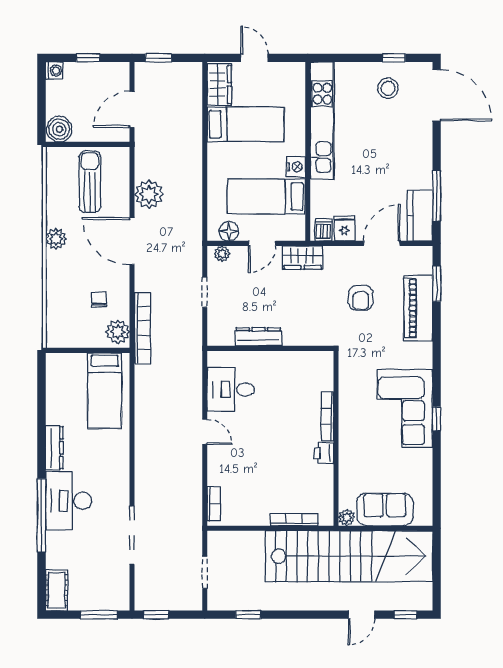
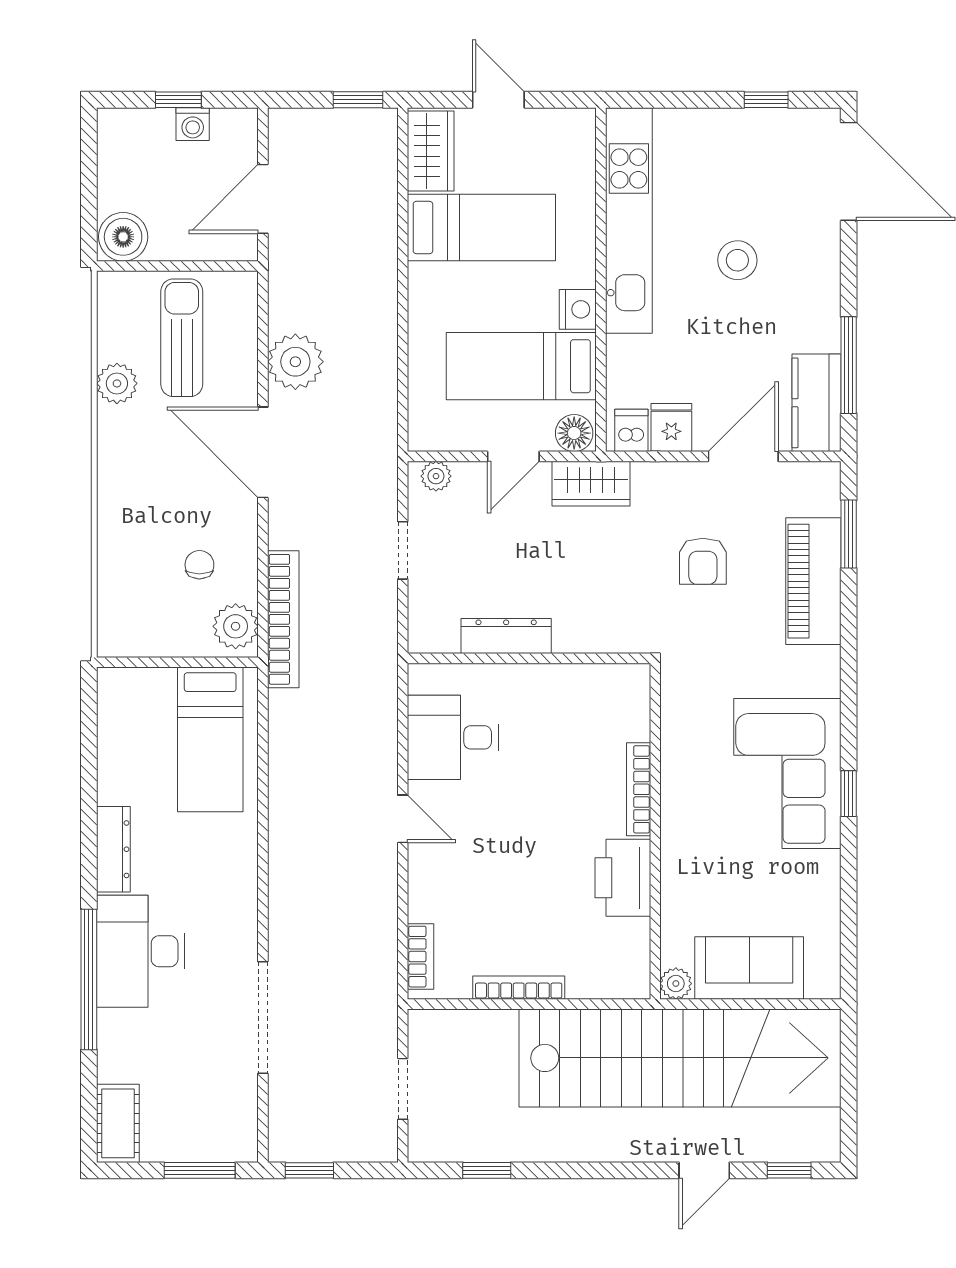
window: (159, 58) -> (358, 100), moved
washing machine: (54, 71) -> (193, 124), moved, turned 90
stool: (388, 88) -> (737, 260), moved
floor lamp: (229, 231) -> (574, 433), moved
plant: (56, 239) -> (117, 383), moved
printer: (324, 453) -> (623, 878), width x1.87, depth x1.48
bookcase: (294, 520) -> (519, 988), moved

